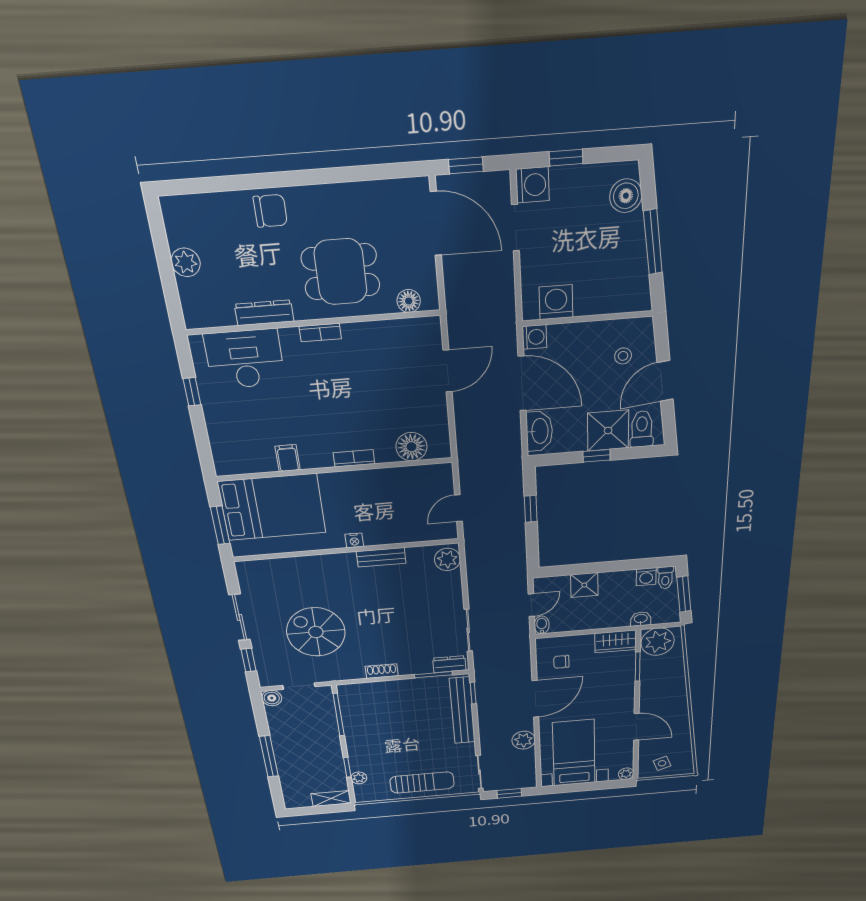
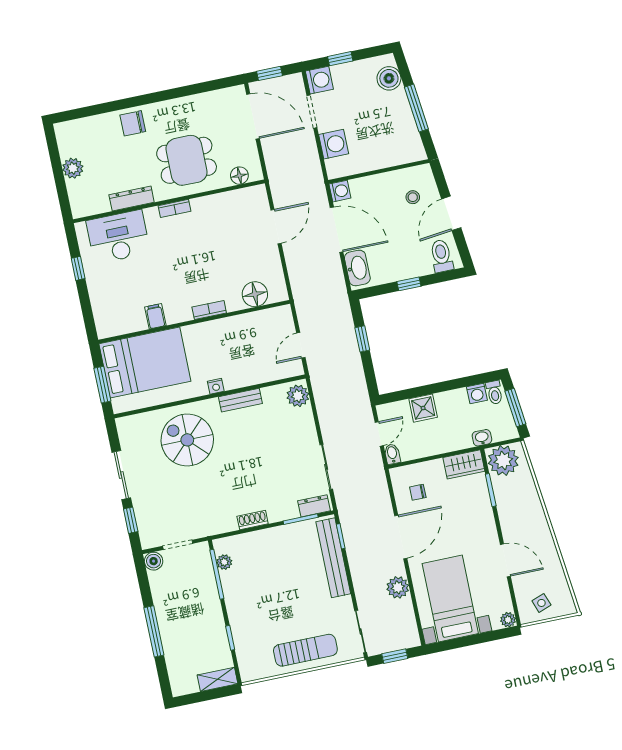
chair: (270, 211) -> (133, 123), turned 180
washing machine: (556, 302) -> (334, 144), moved, turned 90
shower: (608, 430) -> (414, 261), removed
spiral stairs: (316, 632) -> (187, 440), moved
plant: (359, 778) -> (224, 562), moved

